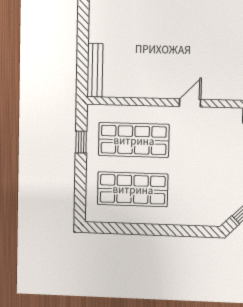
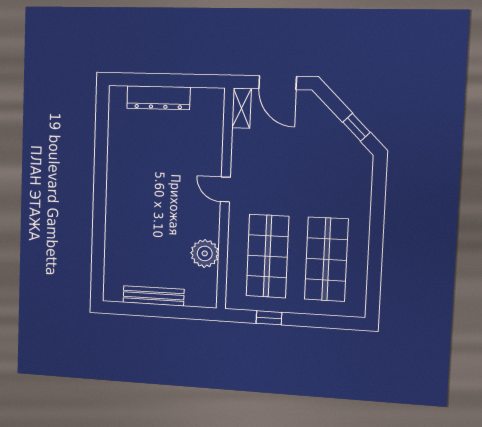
bench: (95, 70) -> (153, 296), moved
plant: (134, 86) -> (205, 253), added

